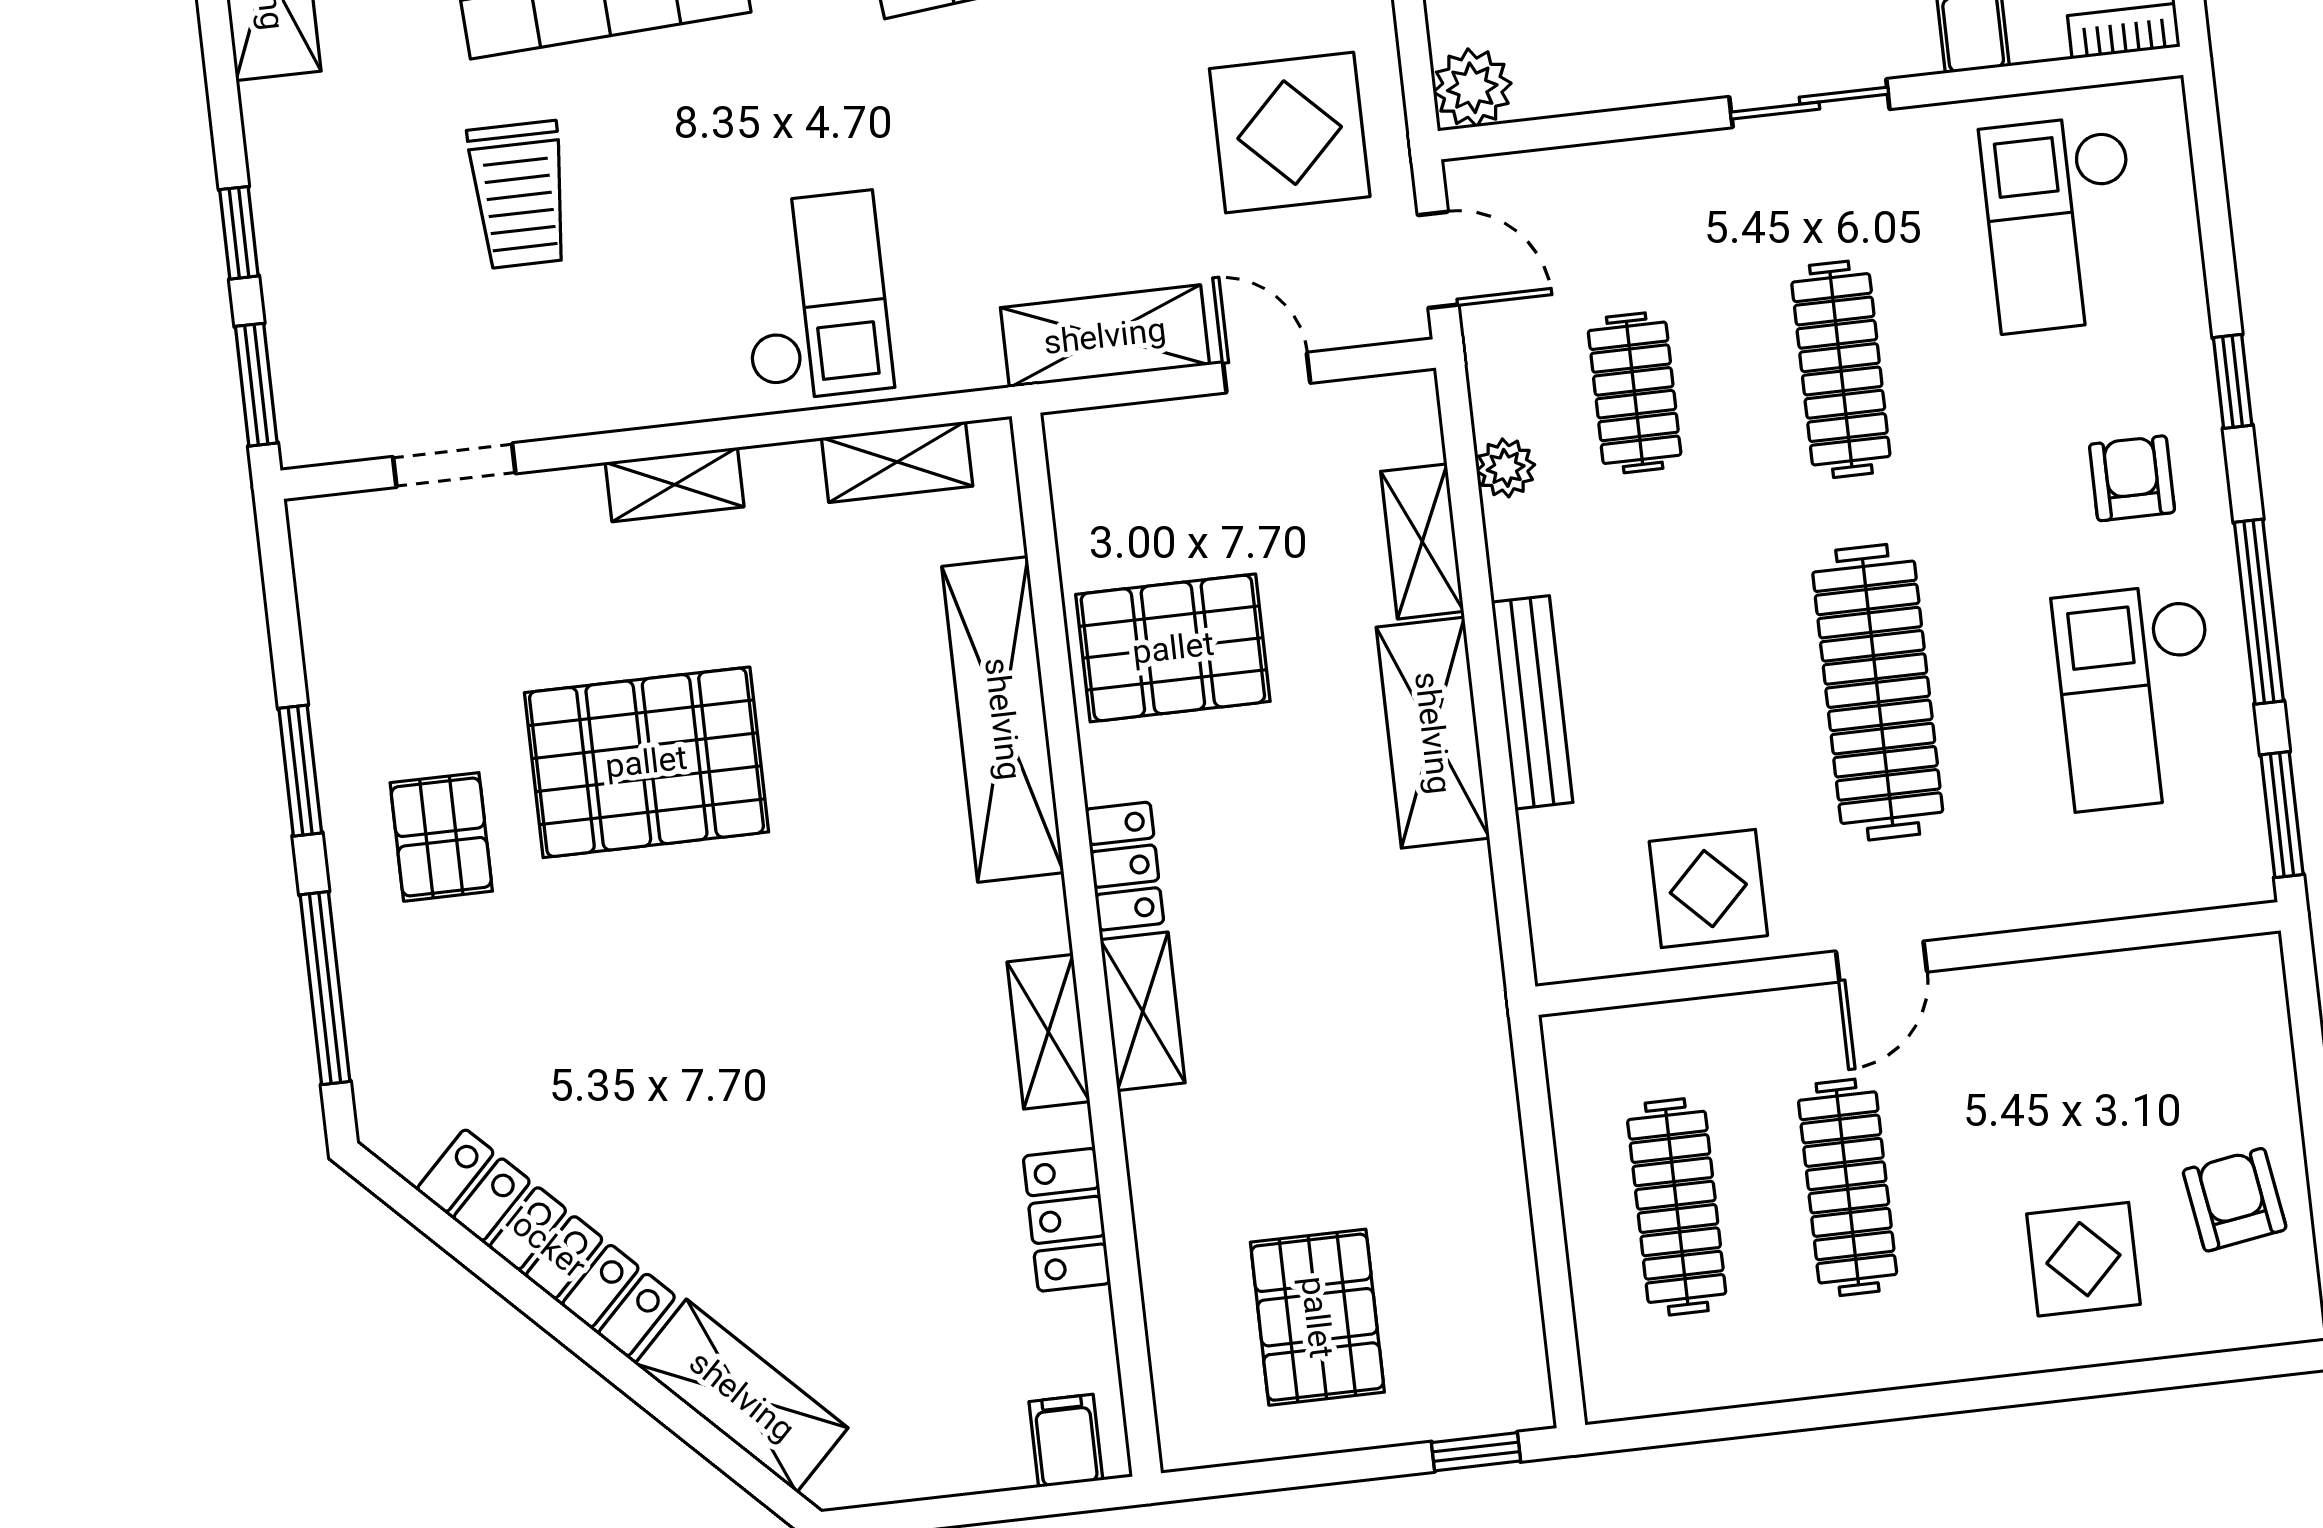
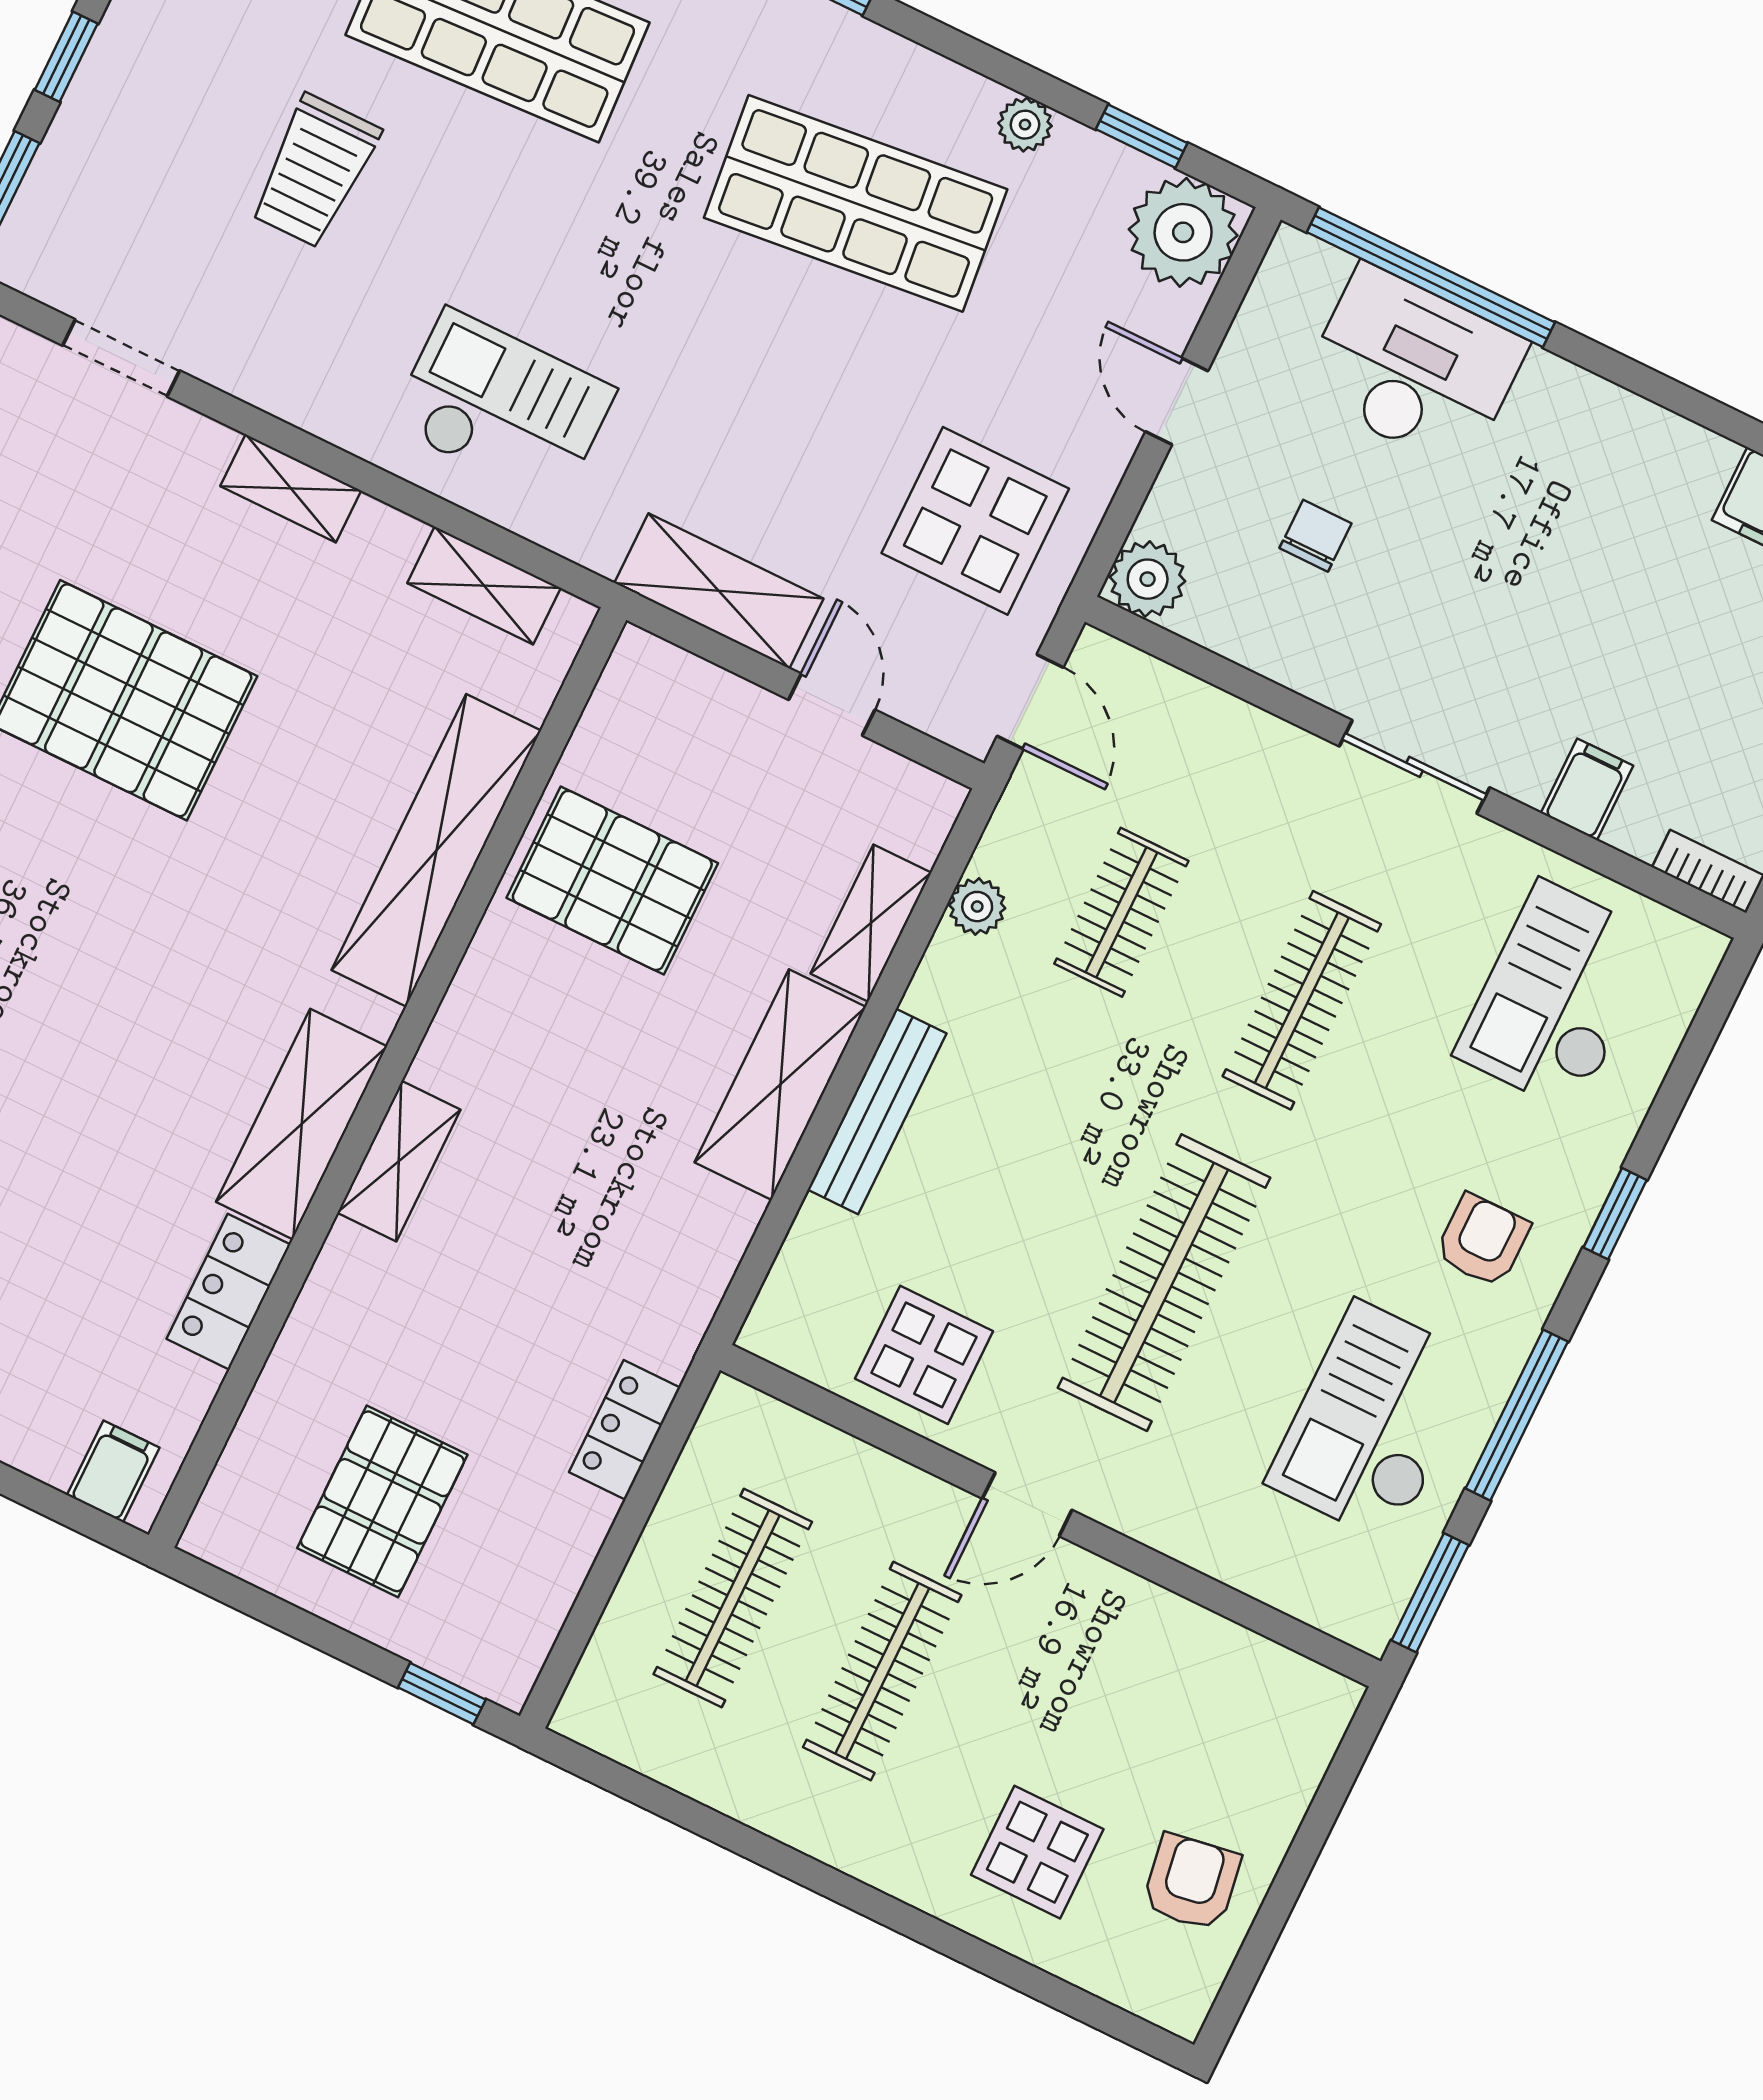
checkout: (814, 296) -> (502, 407), turned -90
locker: (1125, 866) -> (625, 1430), moved, turned 180
shelving: (1048, 1032) -> (302, 1124), width x1.50, depth x1.33

